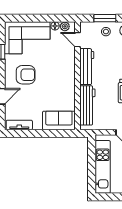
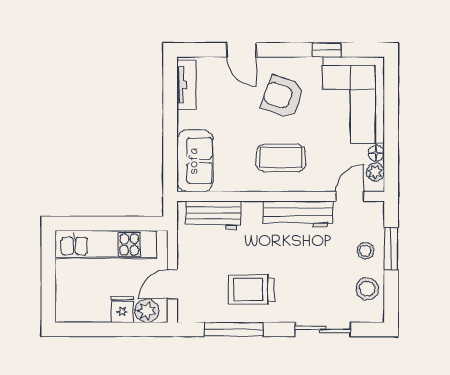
armchair: (26, 75) -> (283, 97), turned 109
coffee table: (58, 76) -> (281, 158), added
workbench: (87, 105) -> (213, 215), width x0.73

